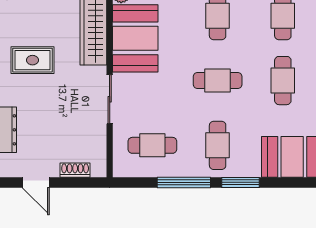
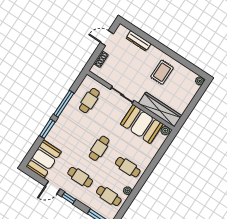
cafe table: (218, 145) -> (70, 129), removed

